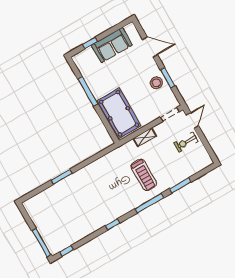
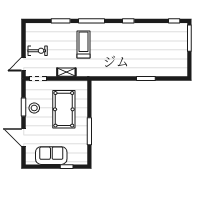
pool table: (119, 113) -> (64, 109), moved

